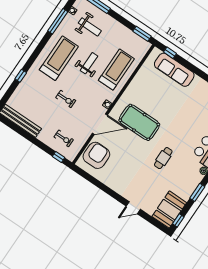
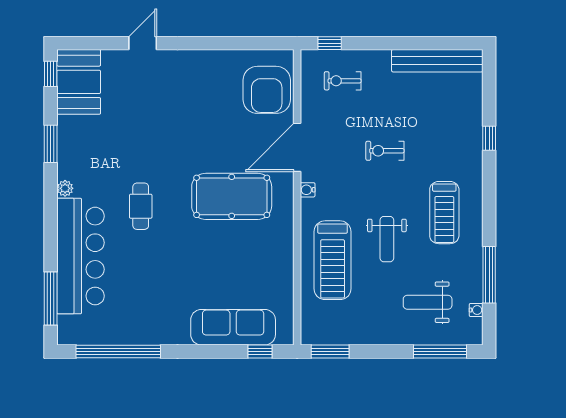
treadmill: (59, 58) -> (444, 213), width x0.73, depth x0.73
cafe table: (163, 158) -> (141, 206), moved

